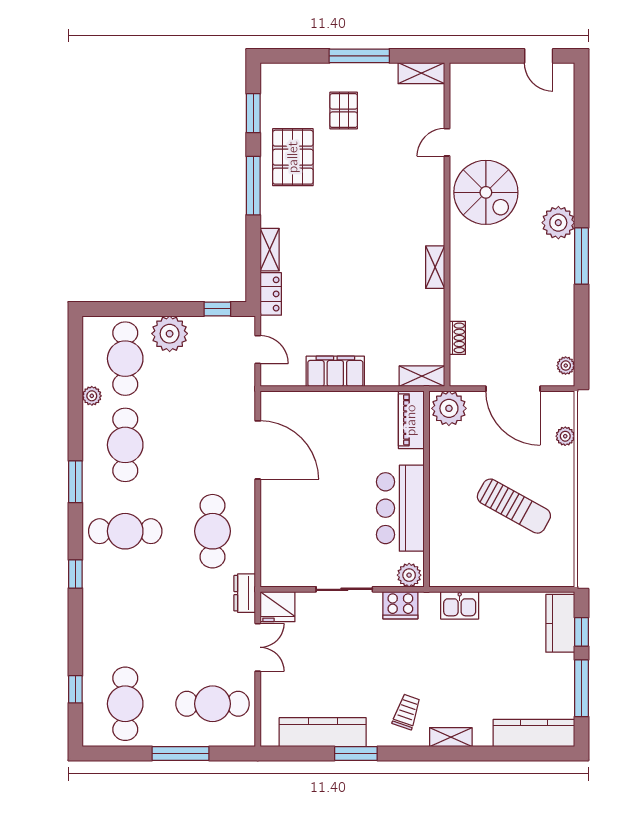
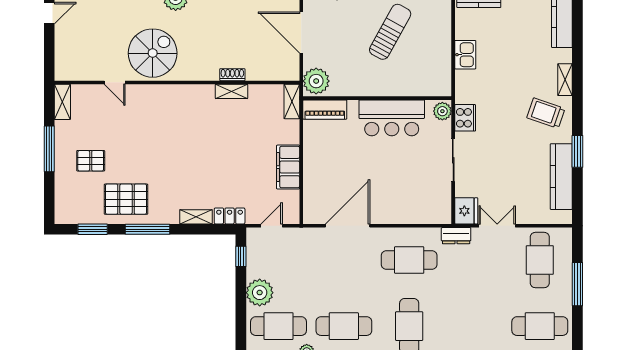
shelving: (435, 267) -> (231, 91), moved
shoe rack: (457, 338) -> (232, 75), moved
door: (513, 389) -> (301, 33), swing flipped
kitchen sink: (460, 605) -> (465, 55), moved
trolley: (407, 712) -> (546, 113), width x1.36, depth x1.39

